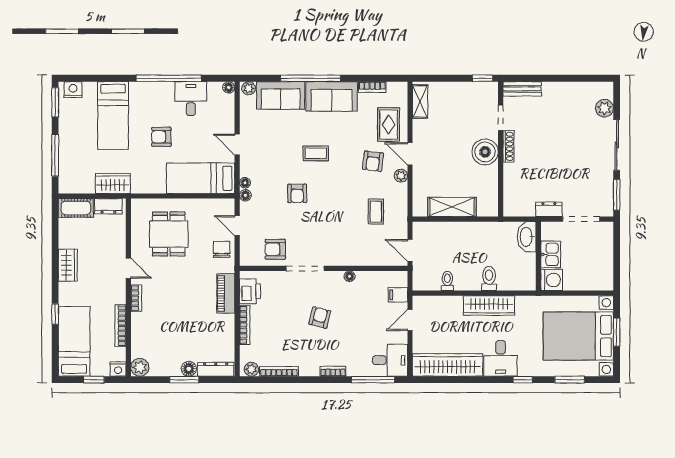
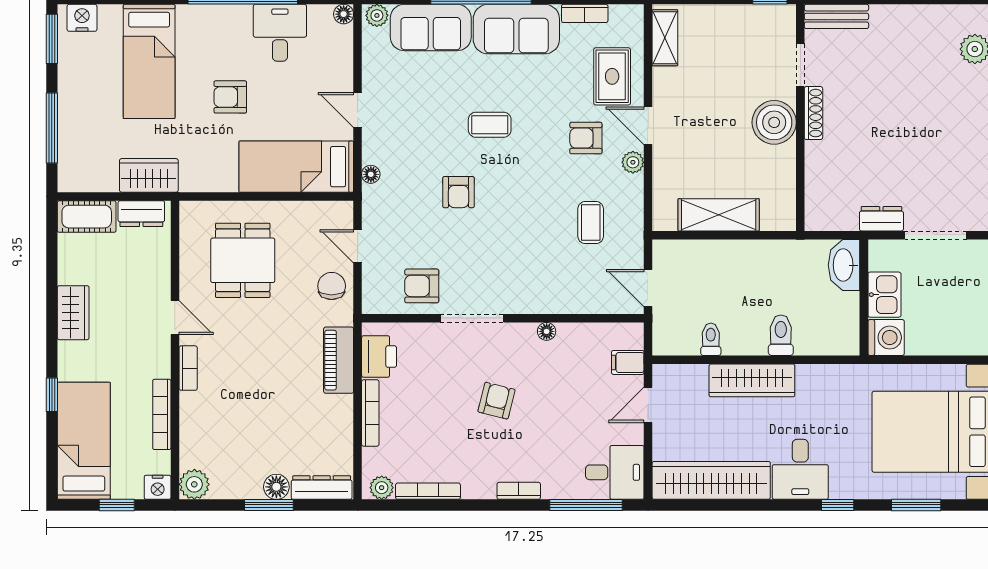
armchair: (373, 161) -> (586, 138), turned 83
floor lamp: (245, 195) -> (371, 195), removed
wardrobe: (489, 305) -> (752, 380), moved

